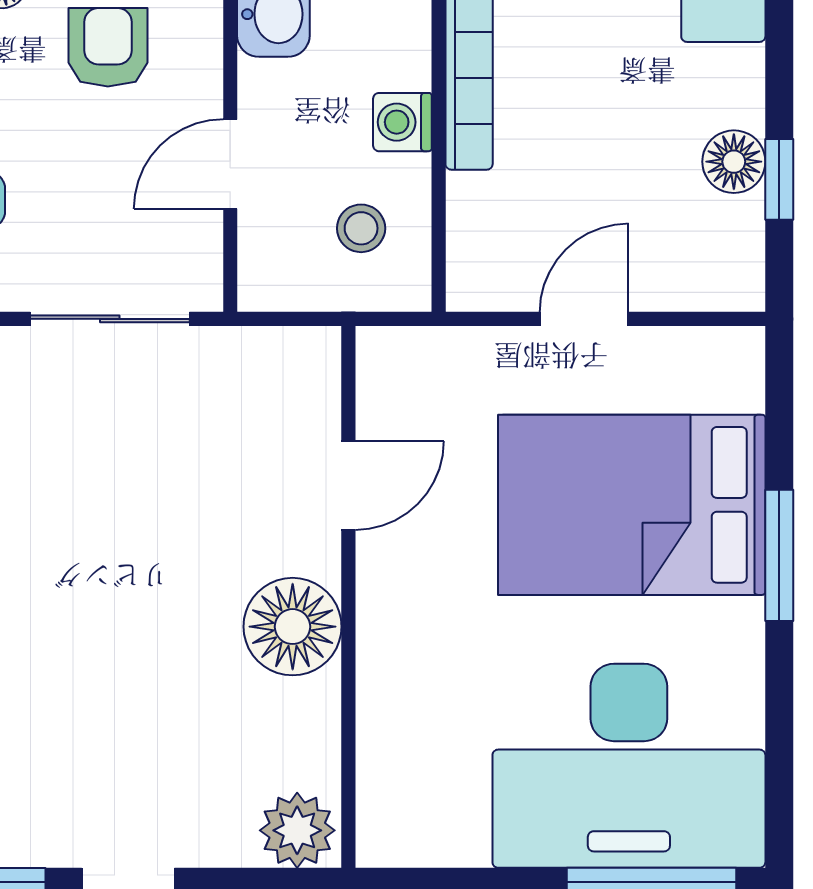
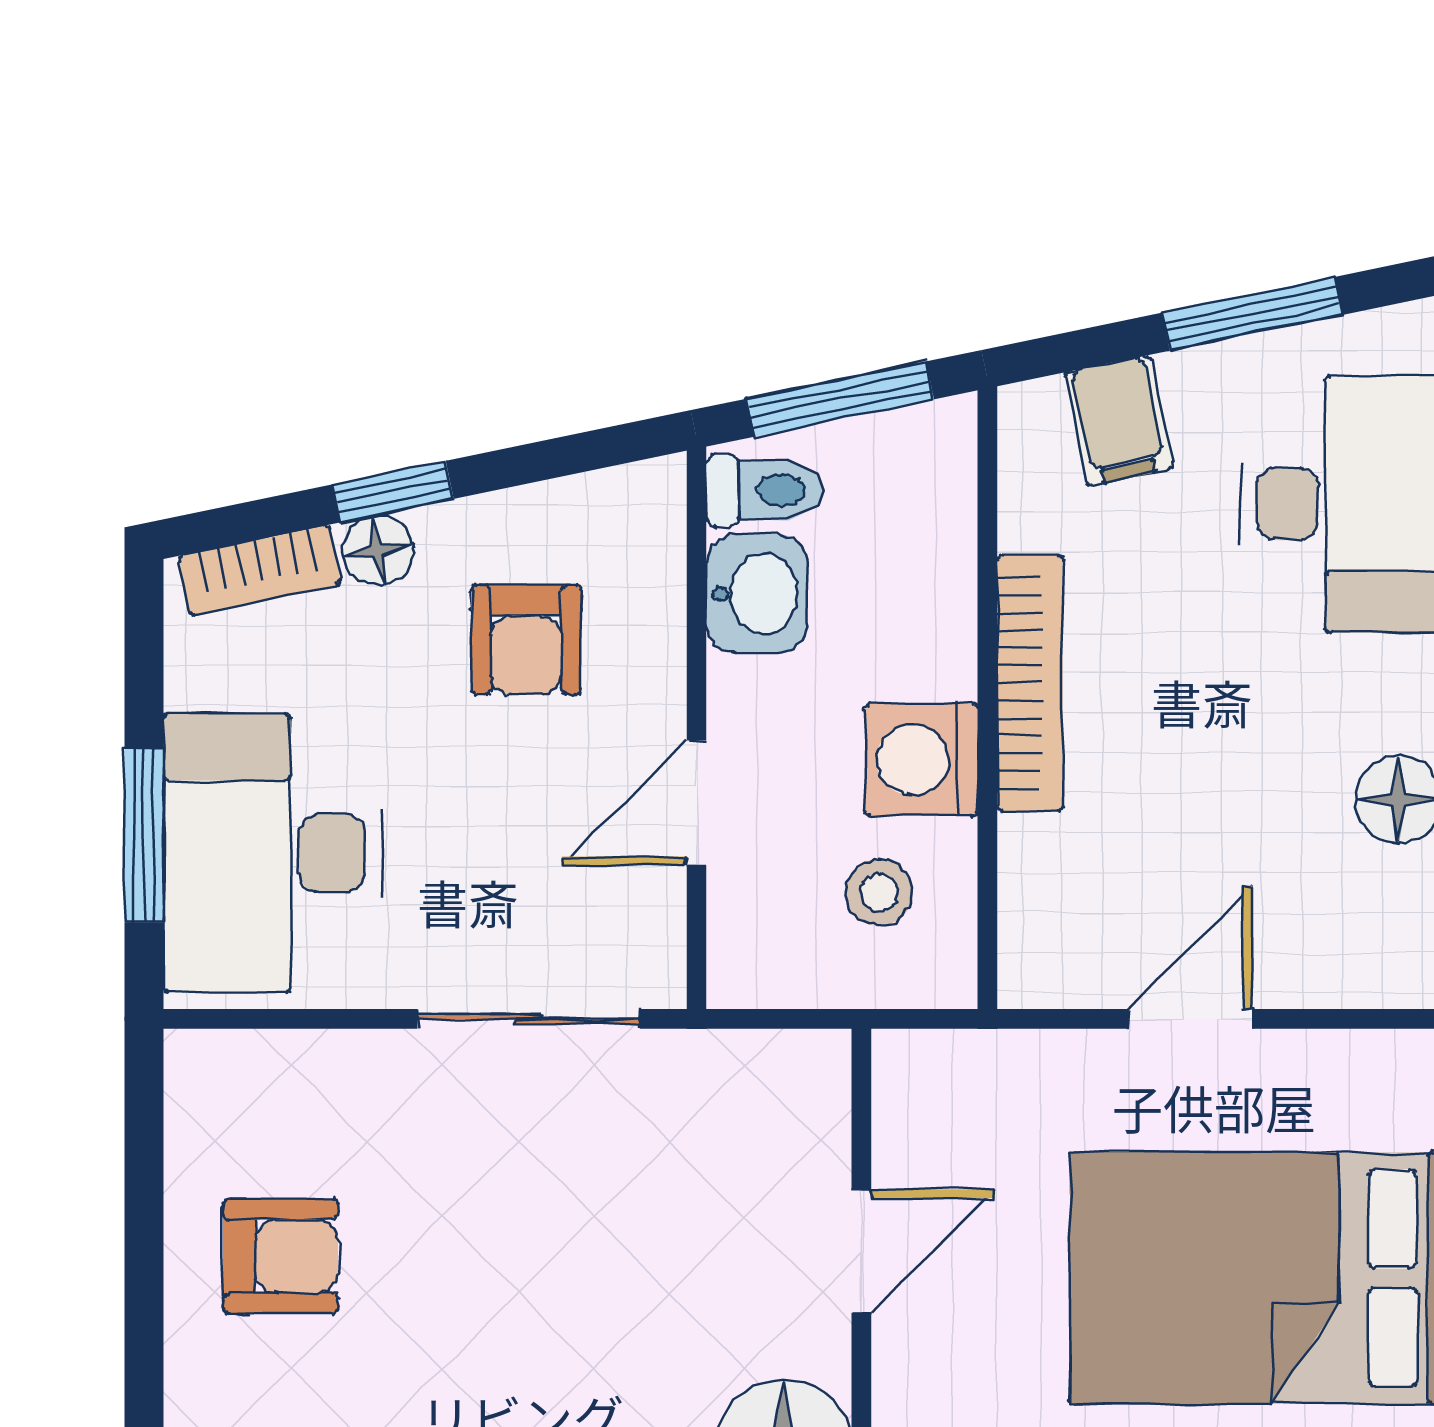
armchair: (108, 47) -> (526, 640), turned 180
washing machine: (402, 122) -> (921, 760), width x1.38, depth x1.38

